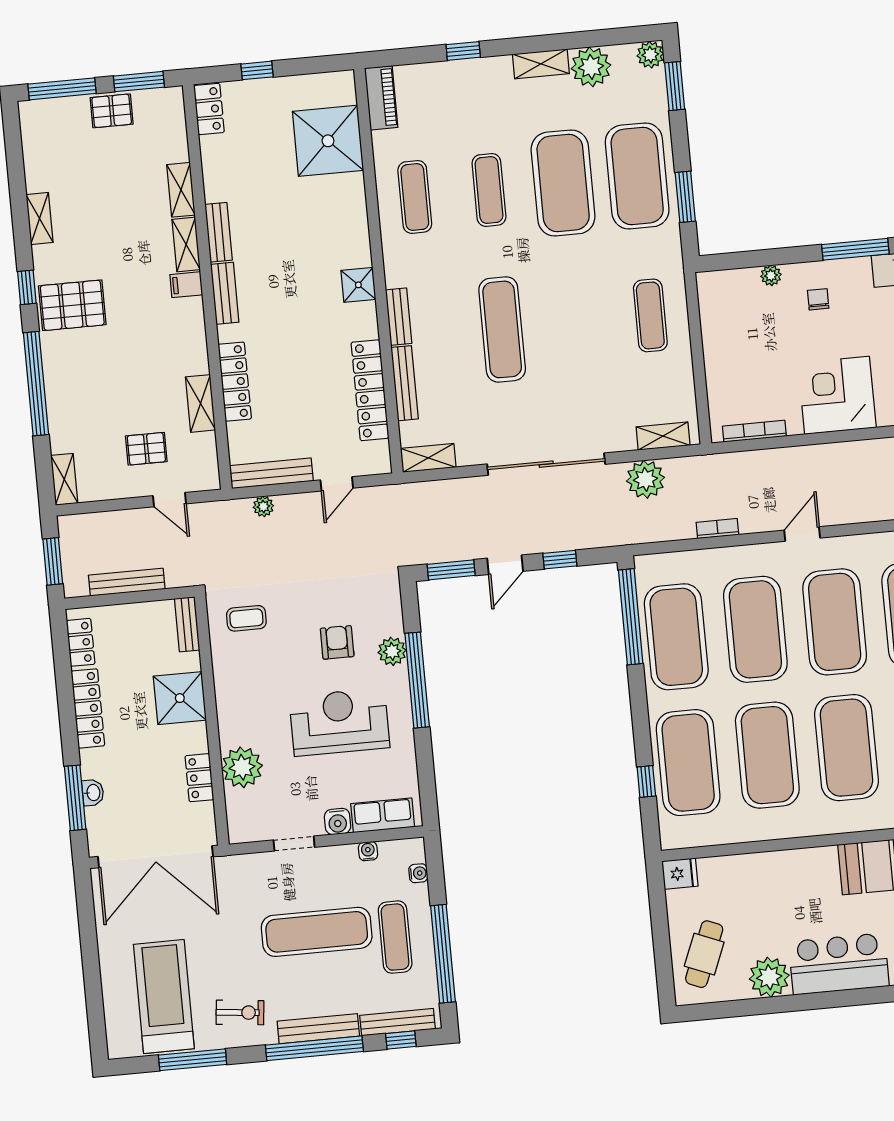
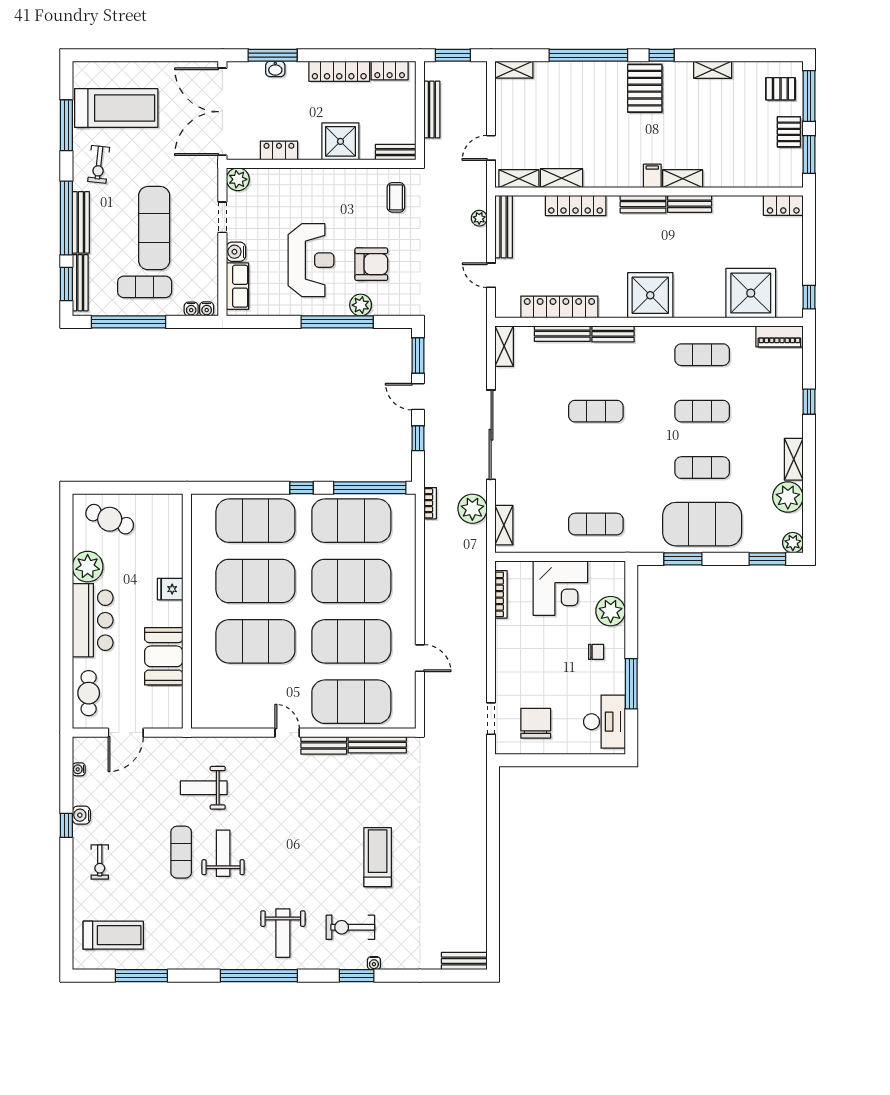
window: (257, 70) -> (809, 297), moved
exercise mat: (563, 183) -> (702, 468), width x0.50, depth x0.69
shelving: (181, 190) -> (519, 179), moved
plant: (771, 275) -> (611, 611), width x1.88, depth x1.88
shower: (358, 285) -> (650, 295), width x1.86, depth x1.86
exercise mat: (502, 329) -> (596, 411), width x0.73, depth x0.69
corner desk: (837, 395) -> (560, 588), moved, turned 90
pallet: (146, 449) -> (780, 89), moved, turned 90
bookcase: (717, 529) -> (430, 503), moved
door: (802, 534) -> (420, 658), moved
armchair: (337, 642) -> (371, 264), width x1.38, depth x1.38
plant: (242, 767) -> (238, 179), moved, width x0.73, depth x0.73
window: (646, 782) -> (302, 488), moved
water cooler: (368, 851) -> (207, 309), moved, turned 90
fridge: (680, 874) -> (170, 589), moved, turned 90
window: (401, 1040) -> (66, 284), width x1.50

